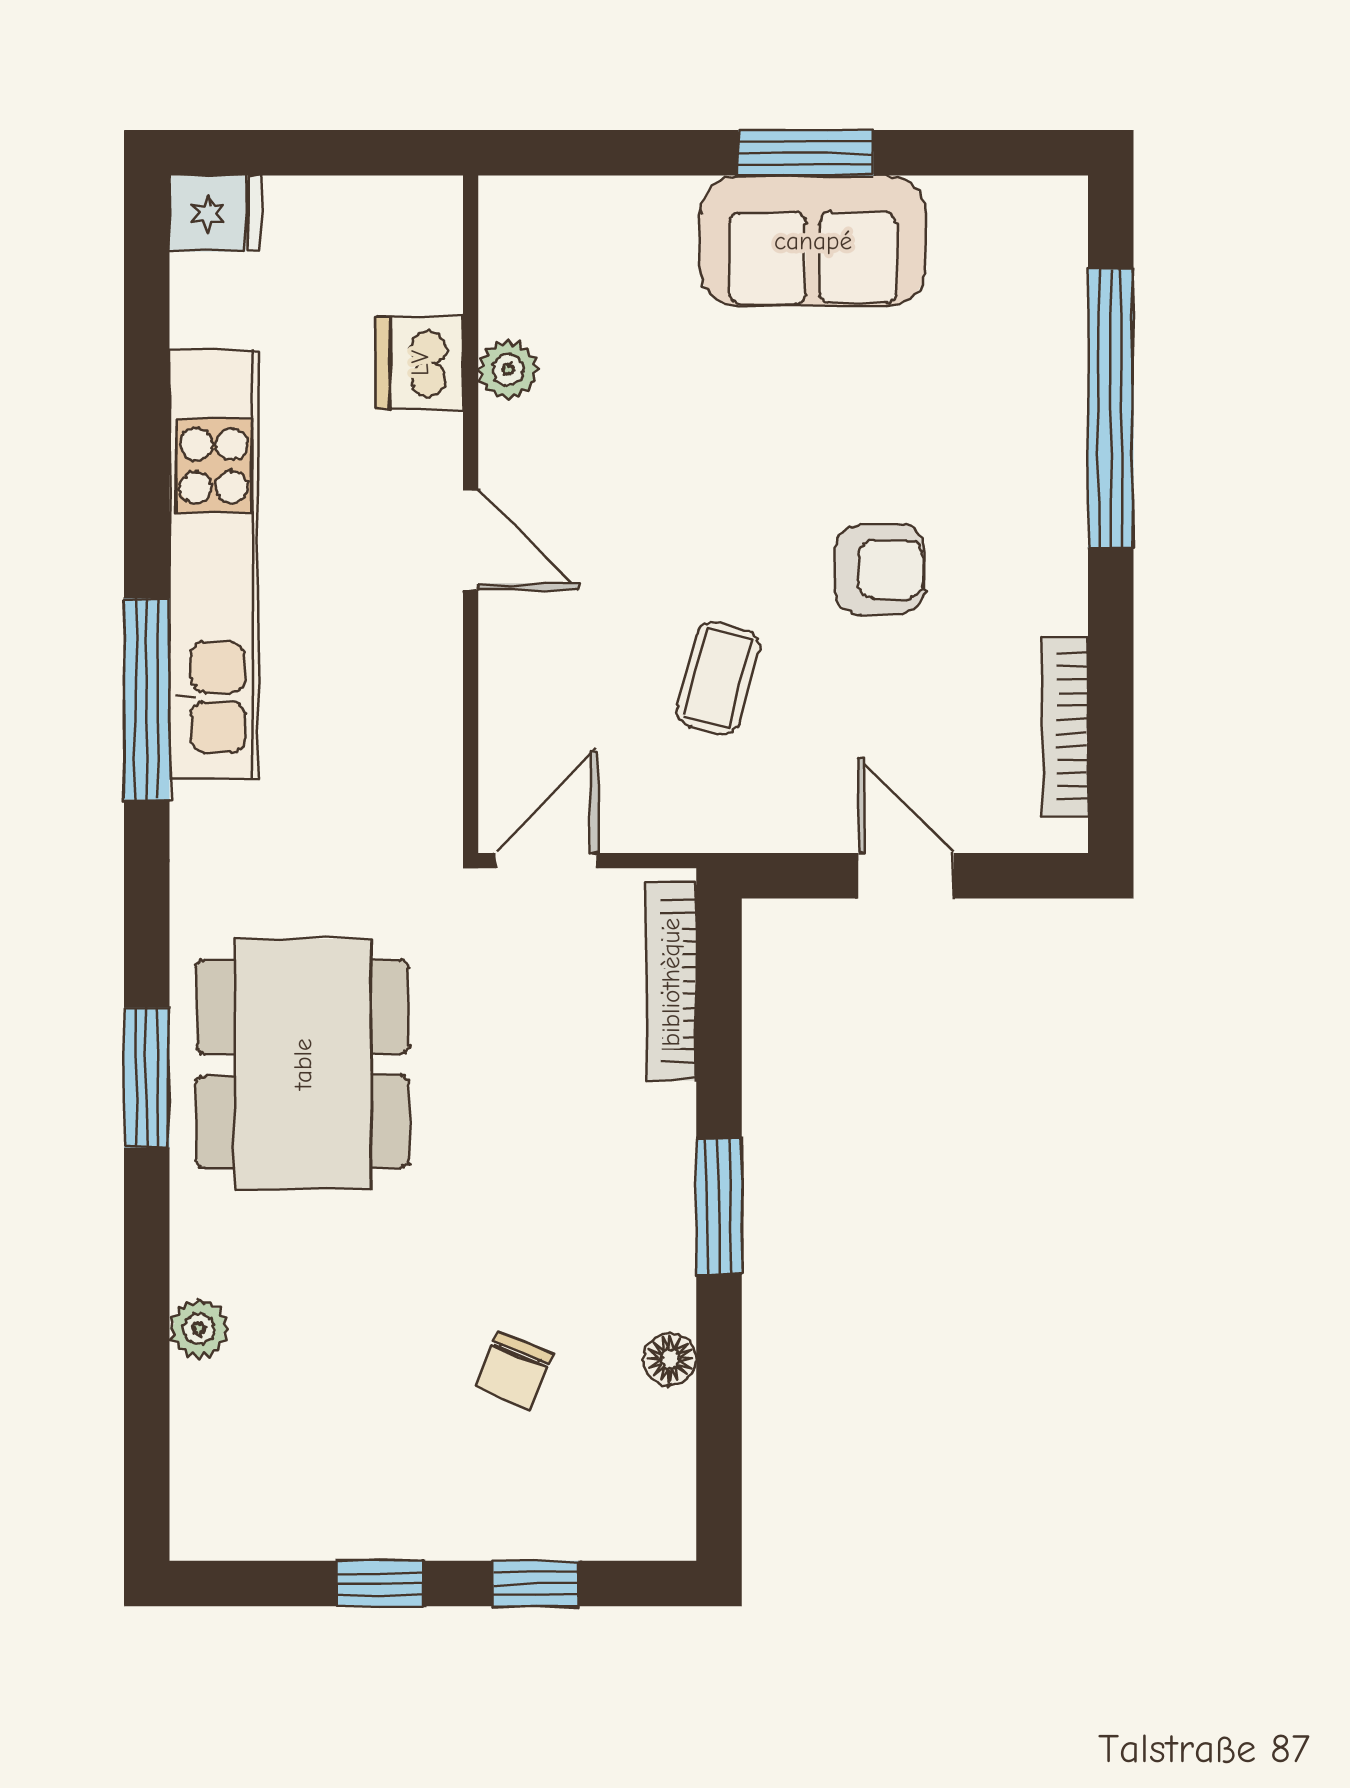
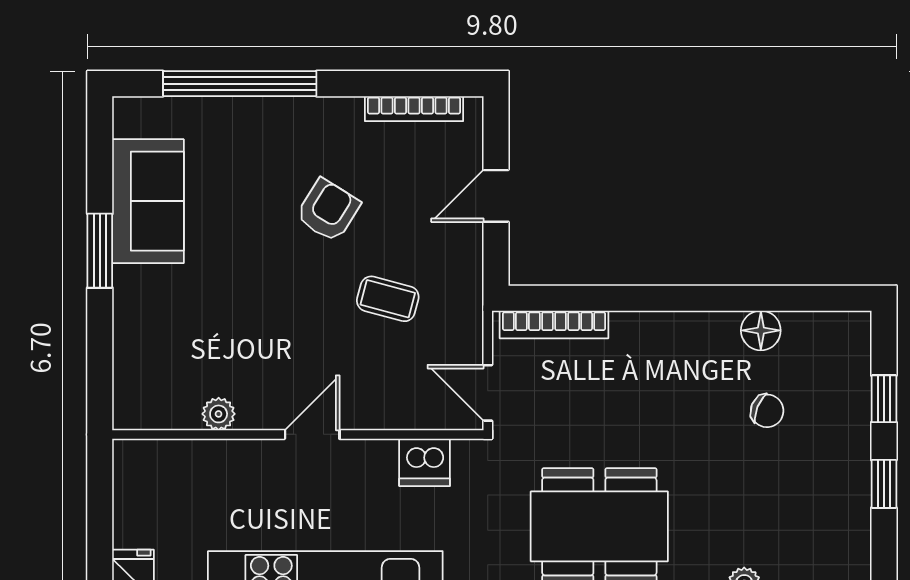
sofa: (813, 241) -> (148, 201), moved
dishwasher: (420, 363) -> (425, 462), moved
armchair: (880, 569) -> (328, 210), turned 32
window: (719, 1206) -> (677, 298), removed
floor lamp: (670, 1359) -> (761, 330), width x1.37, depth x1.37

